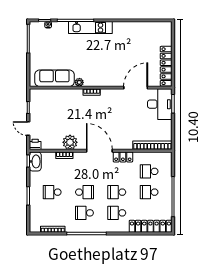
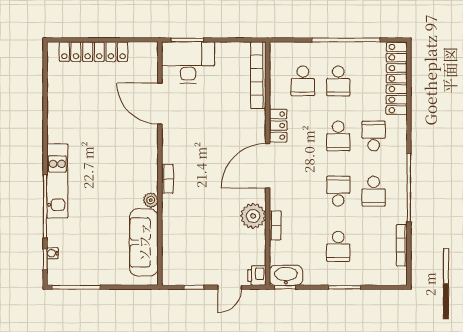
locker: (166, 66) -> (93, 52), moved
school desk: (117, 213) -> (374, 136), turned 180

